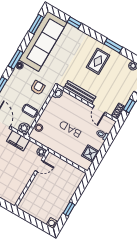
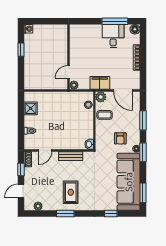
armchair: (38, 88) -> (120, 138), moved
bench: (80, 92) -> (71, 156), width x0.73
door: (99, 110) -> (45, 150), swing flipped

